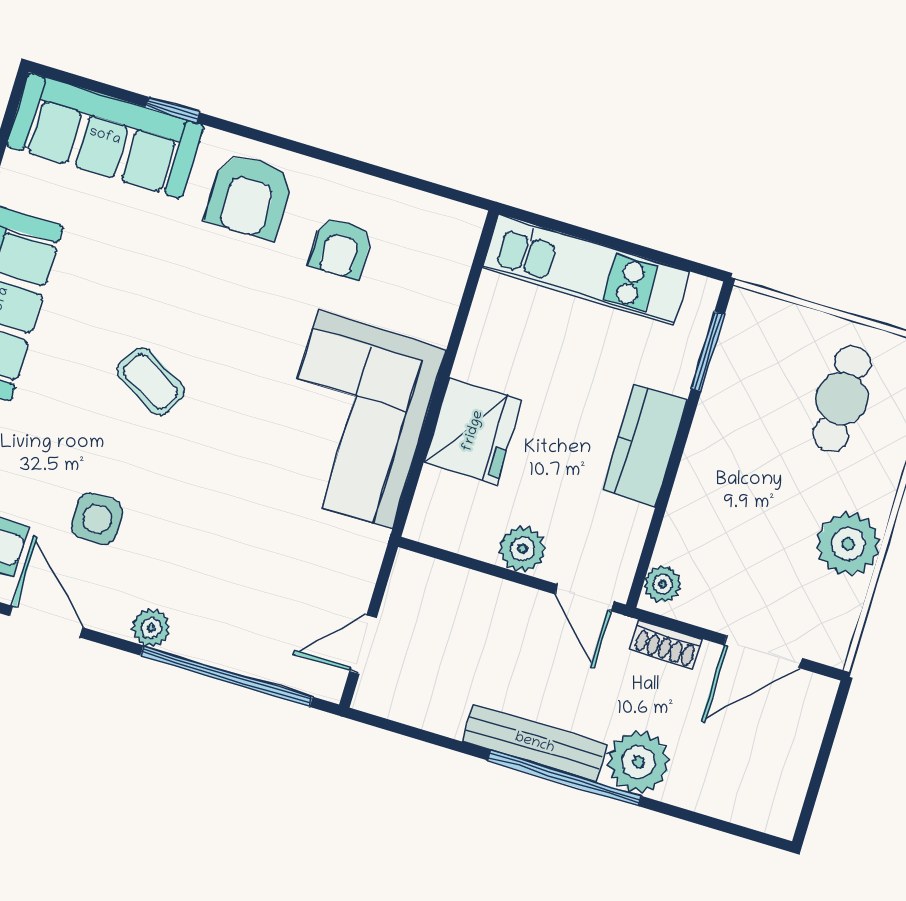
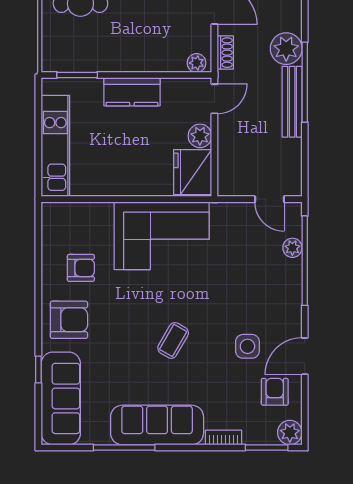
fridge: (473, 431) -> (193, 172), moved, turned -90
plant: (151, 628) -> (292, 248), moved

